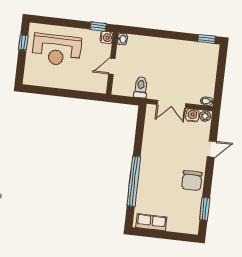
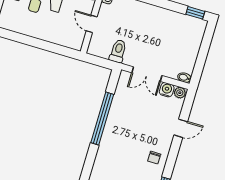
door: (112, 66) -> (92, 24), hinge flipped
window: (134, 181) -> (102, 118), moved
chair: (192, 181) -> (154, 158), width x0.54, depth x0.54

